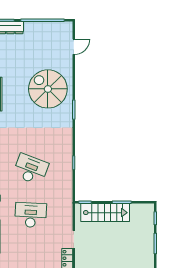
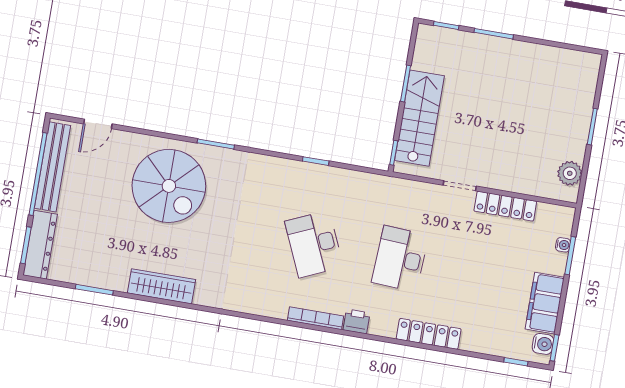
bench: (47, 27) -> (52, 167), added
door: (74, 47) -> (98, 124), swing flipped
spiral stairs: (48, 89) -> (169, 186), turned -90
desk: (31, 169) -> (314, 244), turned -45

